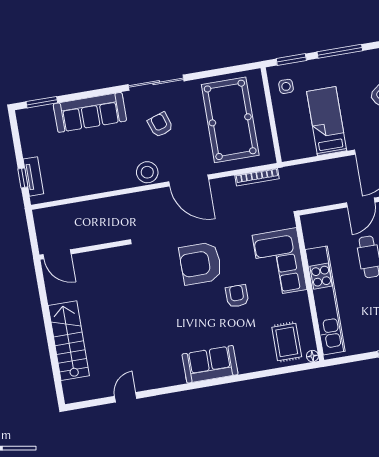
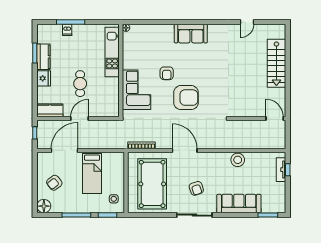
stool: (147, 172) -> (238, 160), moved
kitchen unit: (325, 300) -> (112, 52), width x0.73
rug: (287, 342) -> (141, 39), removed

